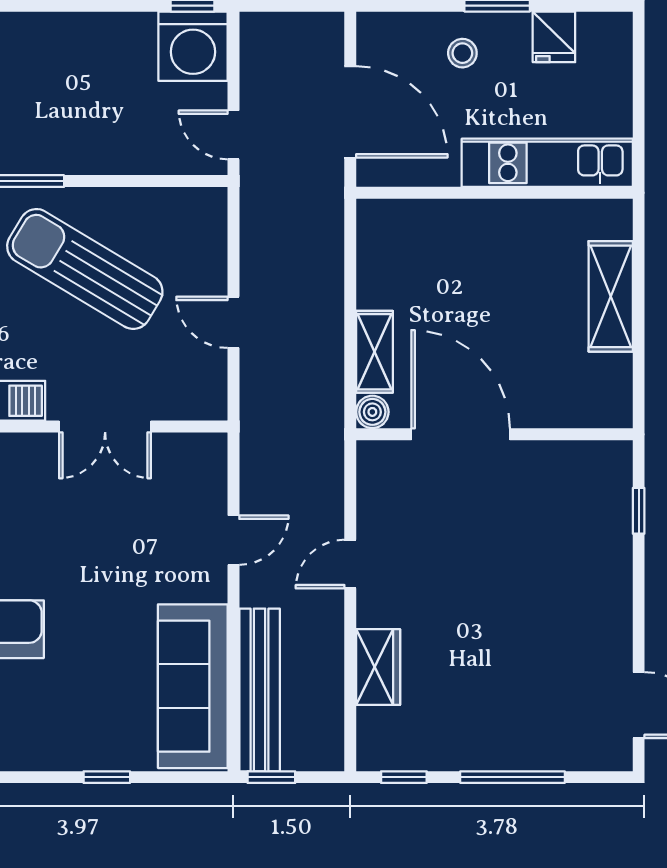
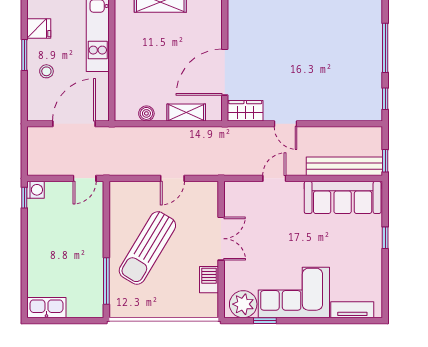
washing machine: (193, 46) -> (36, 190), width x0.53, depth x0.53
boiler: (372, 412) -> (146, 113), moved
door: (233, 540) -> (274, 178), hinge flipped
wardrobe: (378, 667) -> (245, 111), moved

